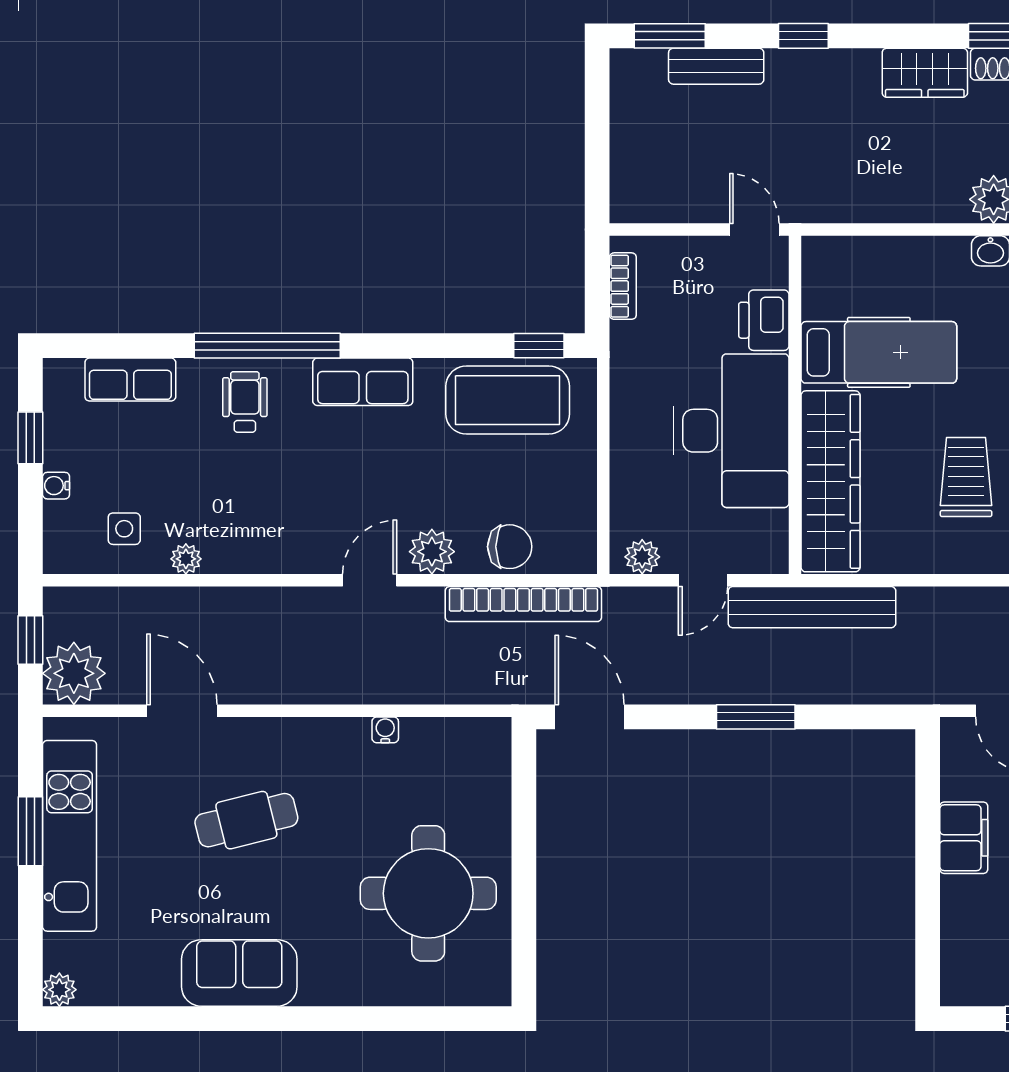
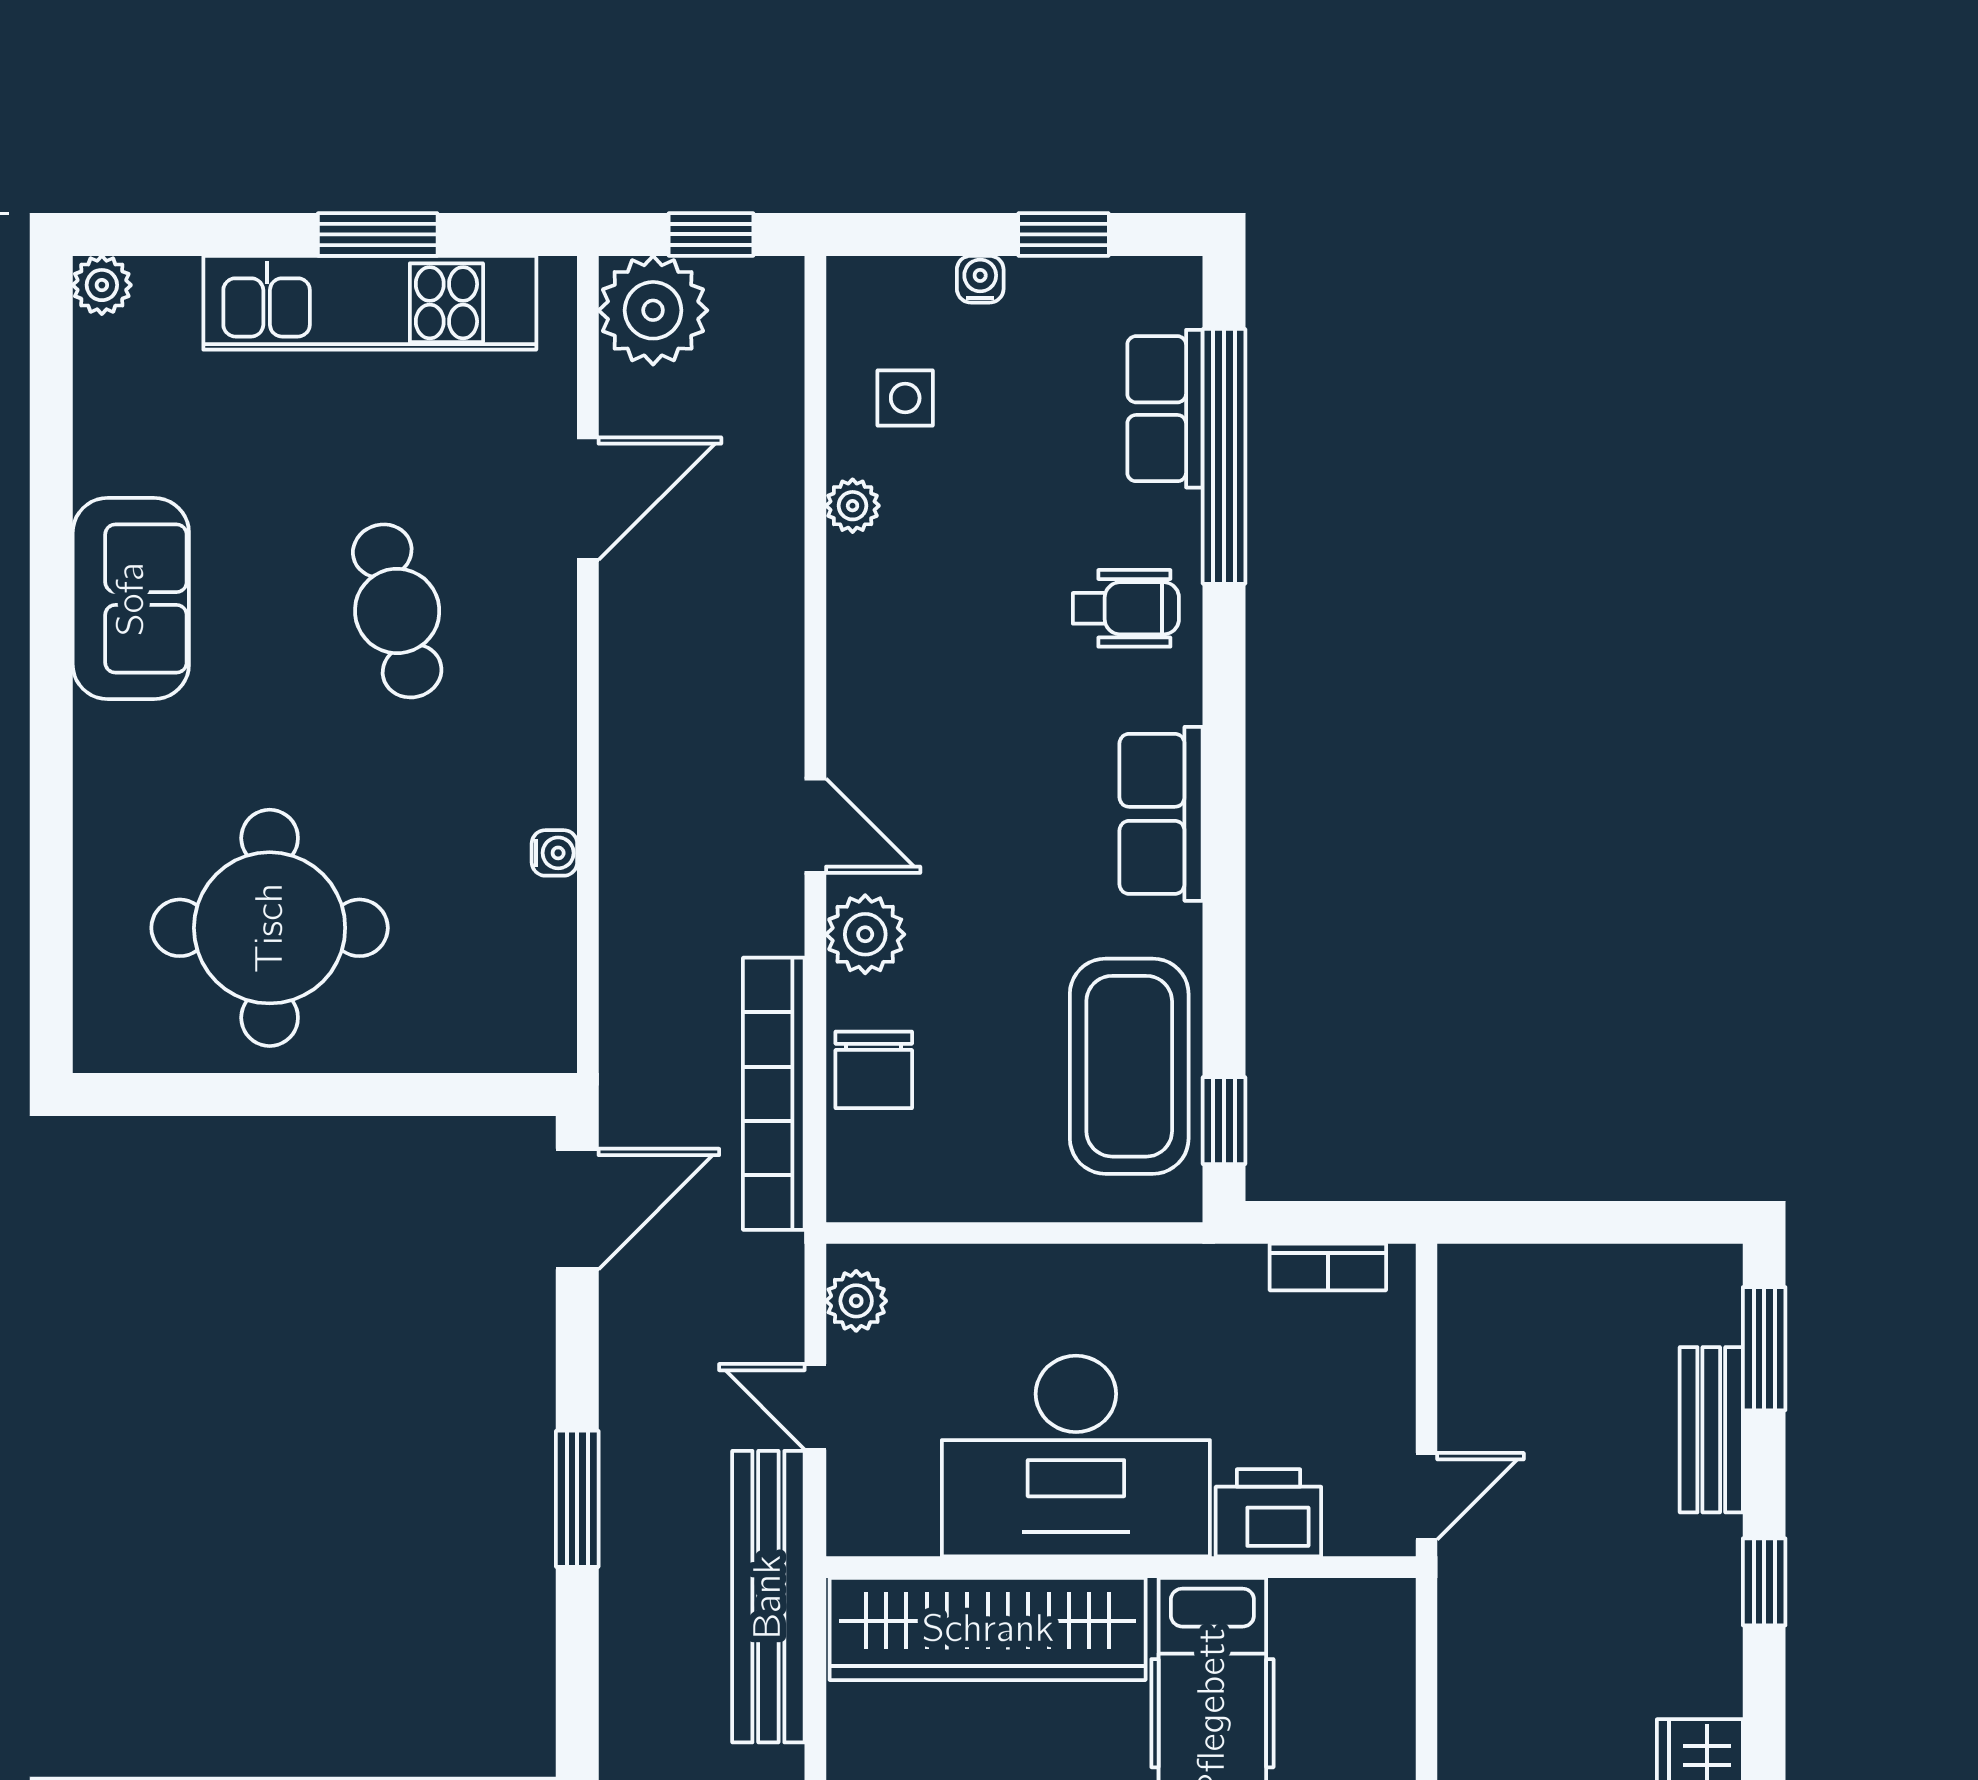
window: (267, 346) -> (1224, 456), moved

